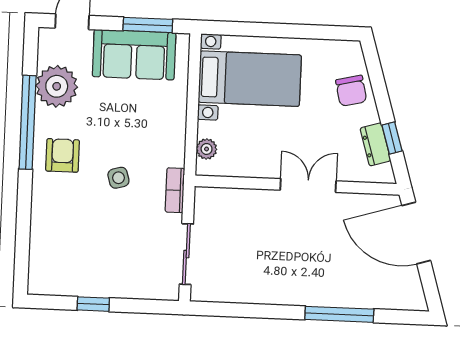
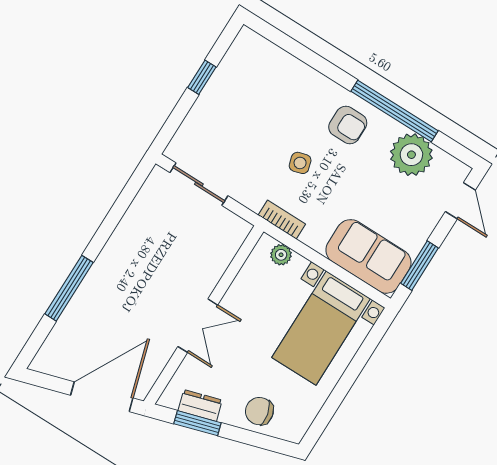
sofa: (134, 55) -> (368, 256), moved, turned 90
window: (392, 138) -> (197, 423), width x1.50
bookcase: (175, 190) -> (282, 220), moved

